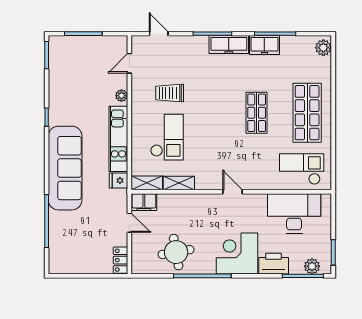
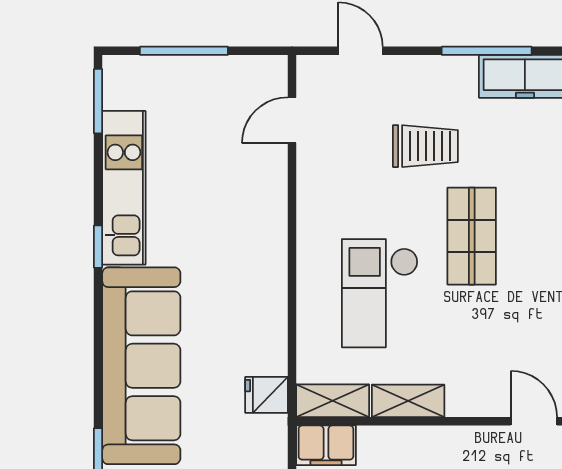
trolley: (170, 93) -> (425, 146), moved, turned 180
plant: (121, 96) -> (273, 196), removed
shop shelf: (206, 113) -> (472, 236), added
checkout: (167, 137) -> (380, 293), turned 180
kitchen unit: (118, 139) -> (124, 188), moved, turned 180

